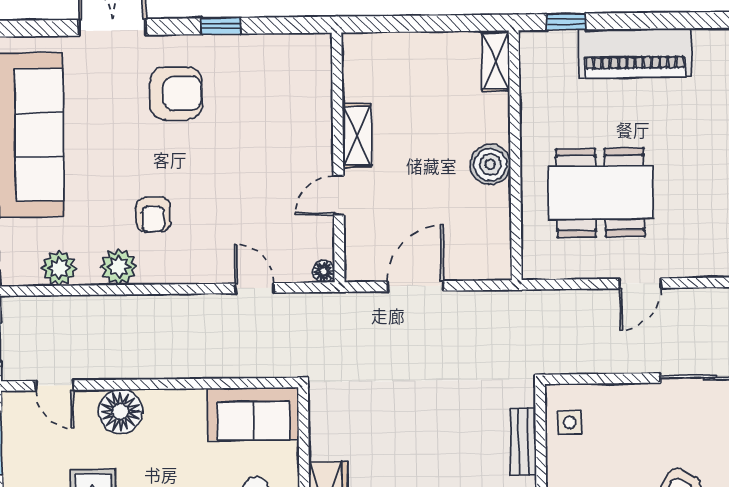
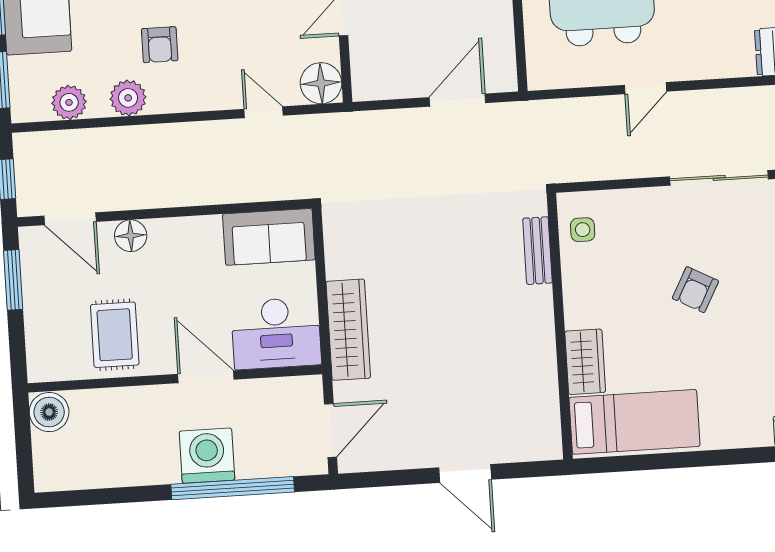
floor lamp: (324, 271) -> (321, 83), width x1.89, depth x1.89
door: (416, 286) -> (457, 100), moved
door: (54, 385) -> (70, 219), width x1.38
floor lamp: (120, 412) -> (131, 236), width x0.73, depth x0.73

